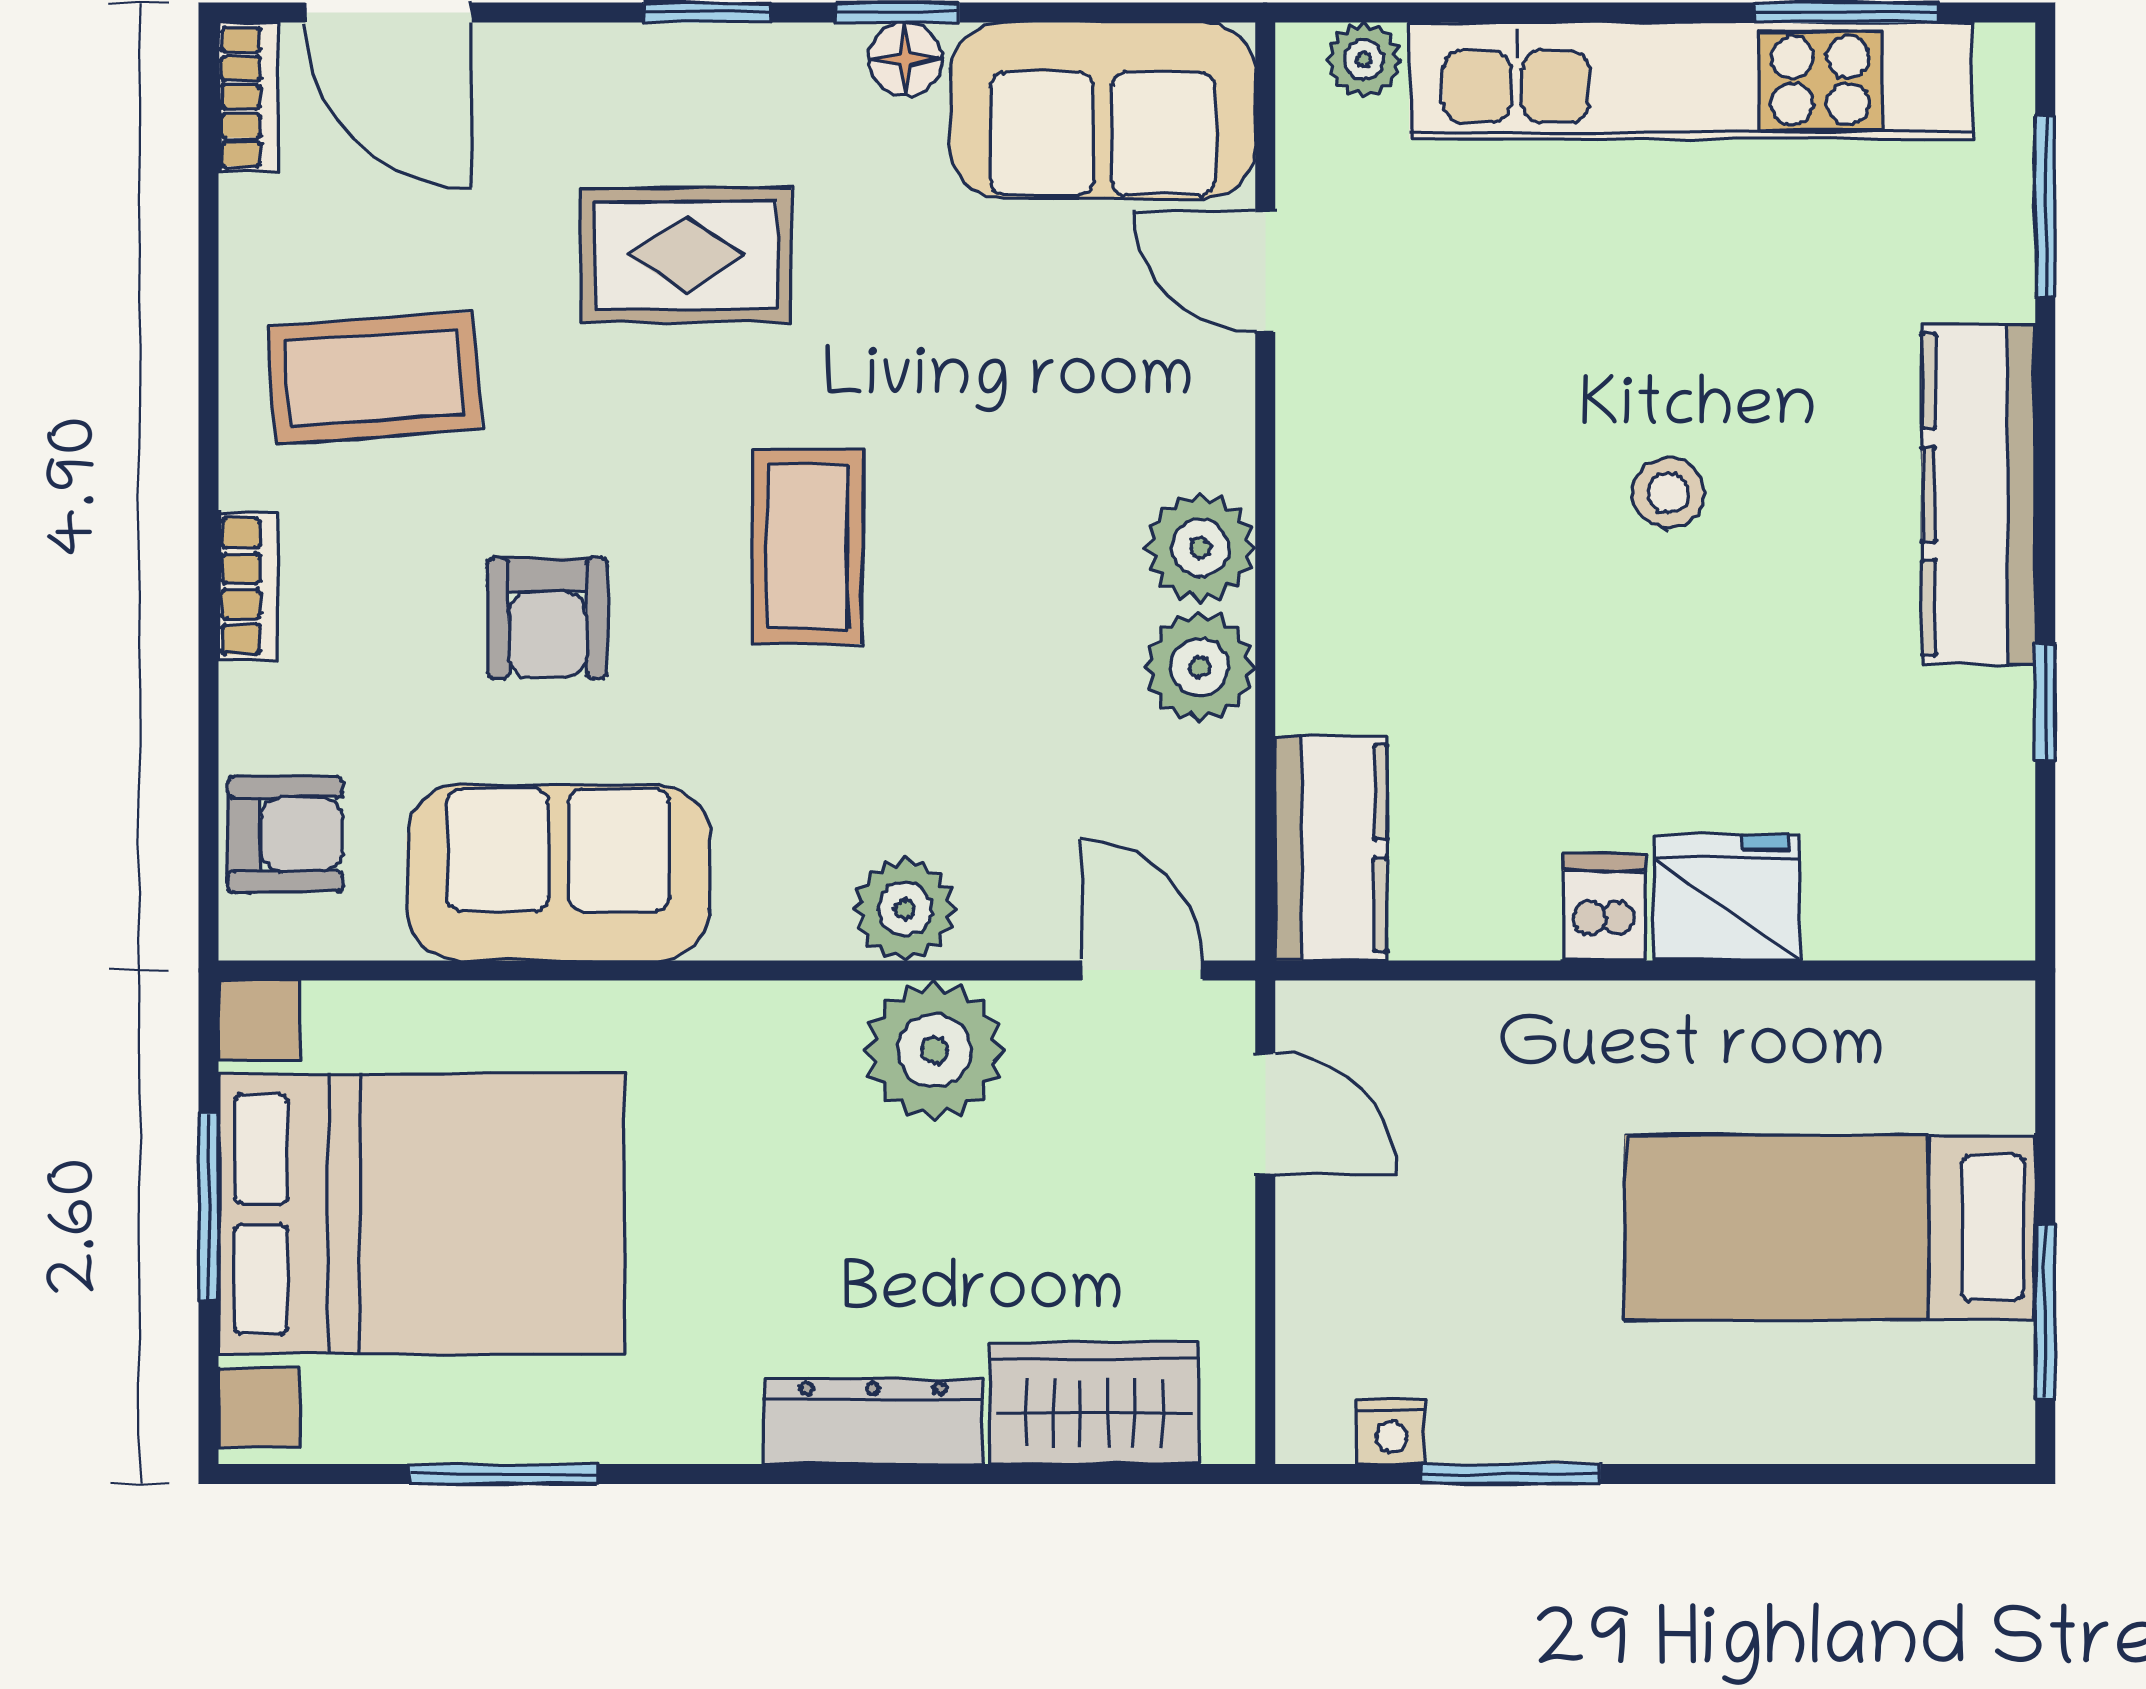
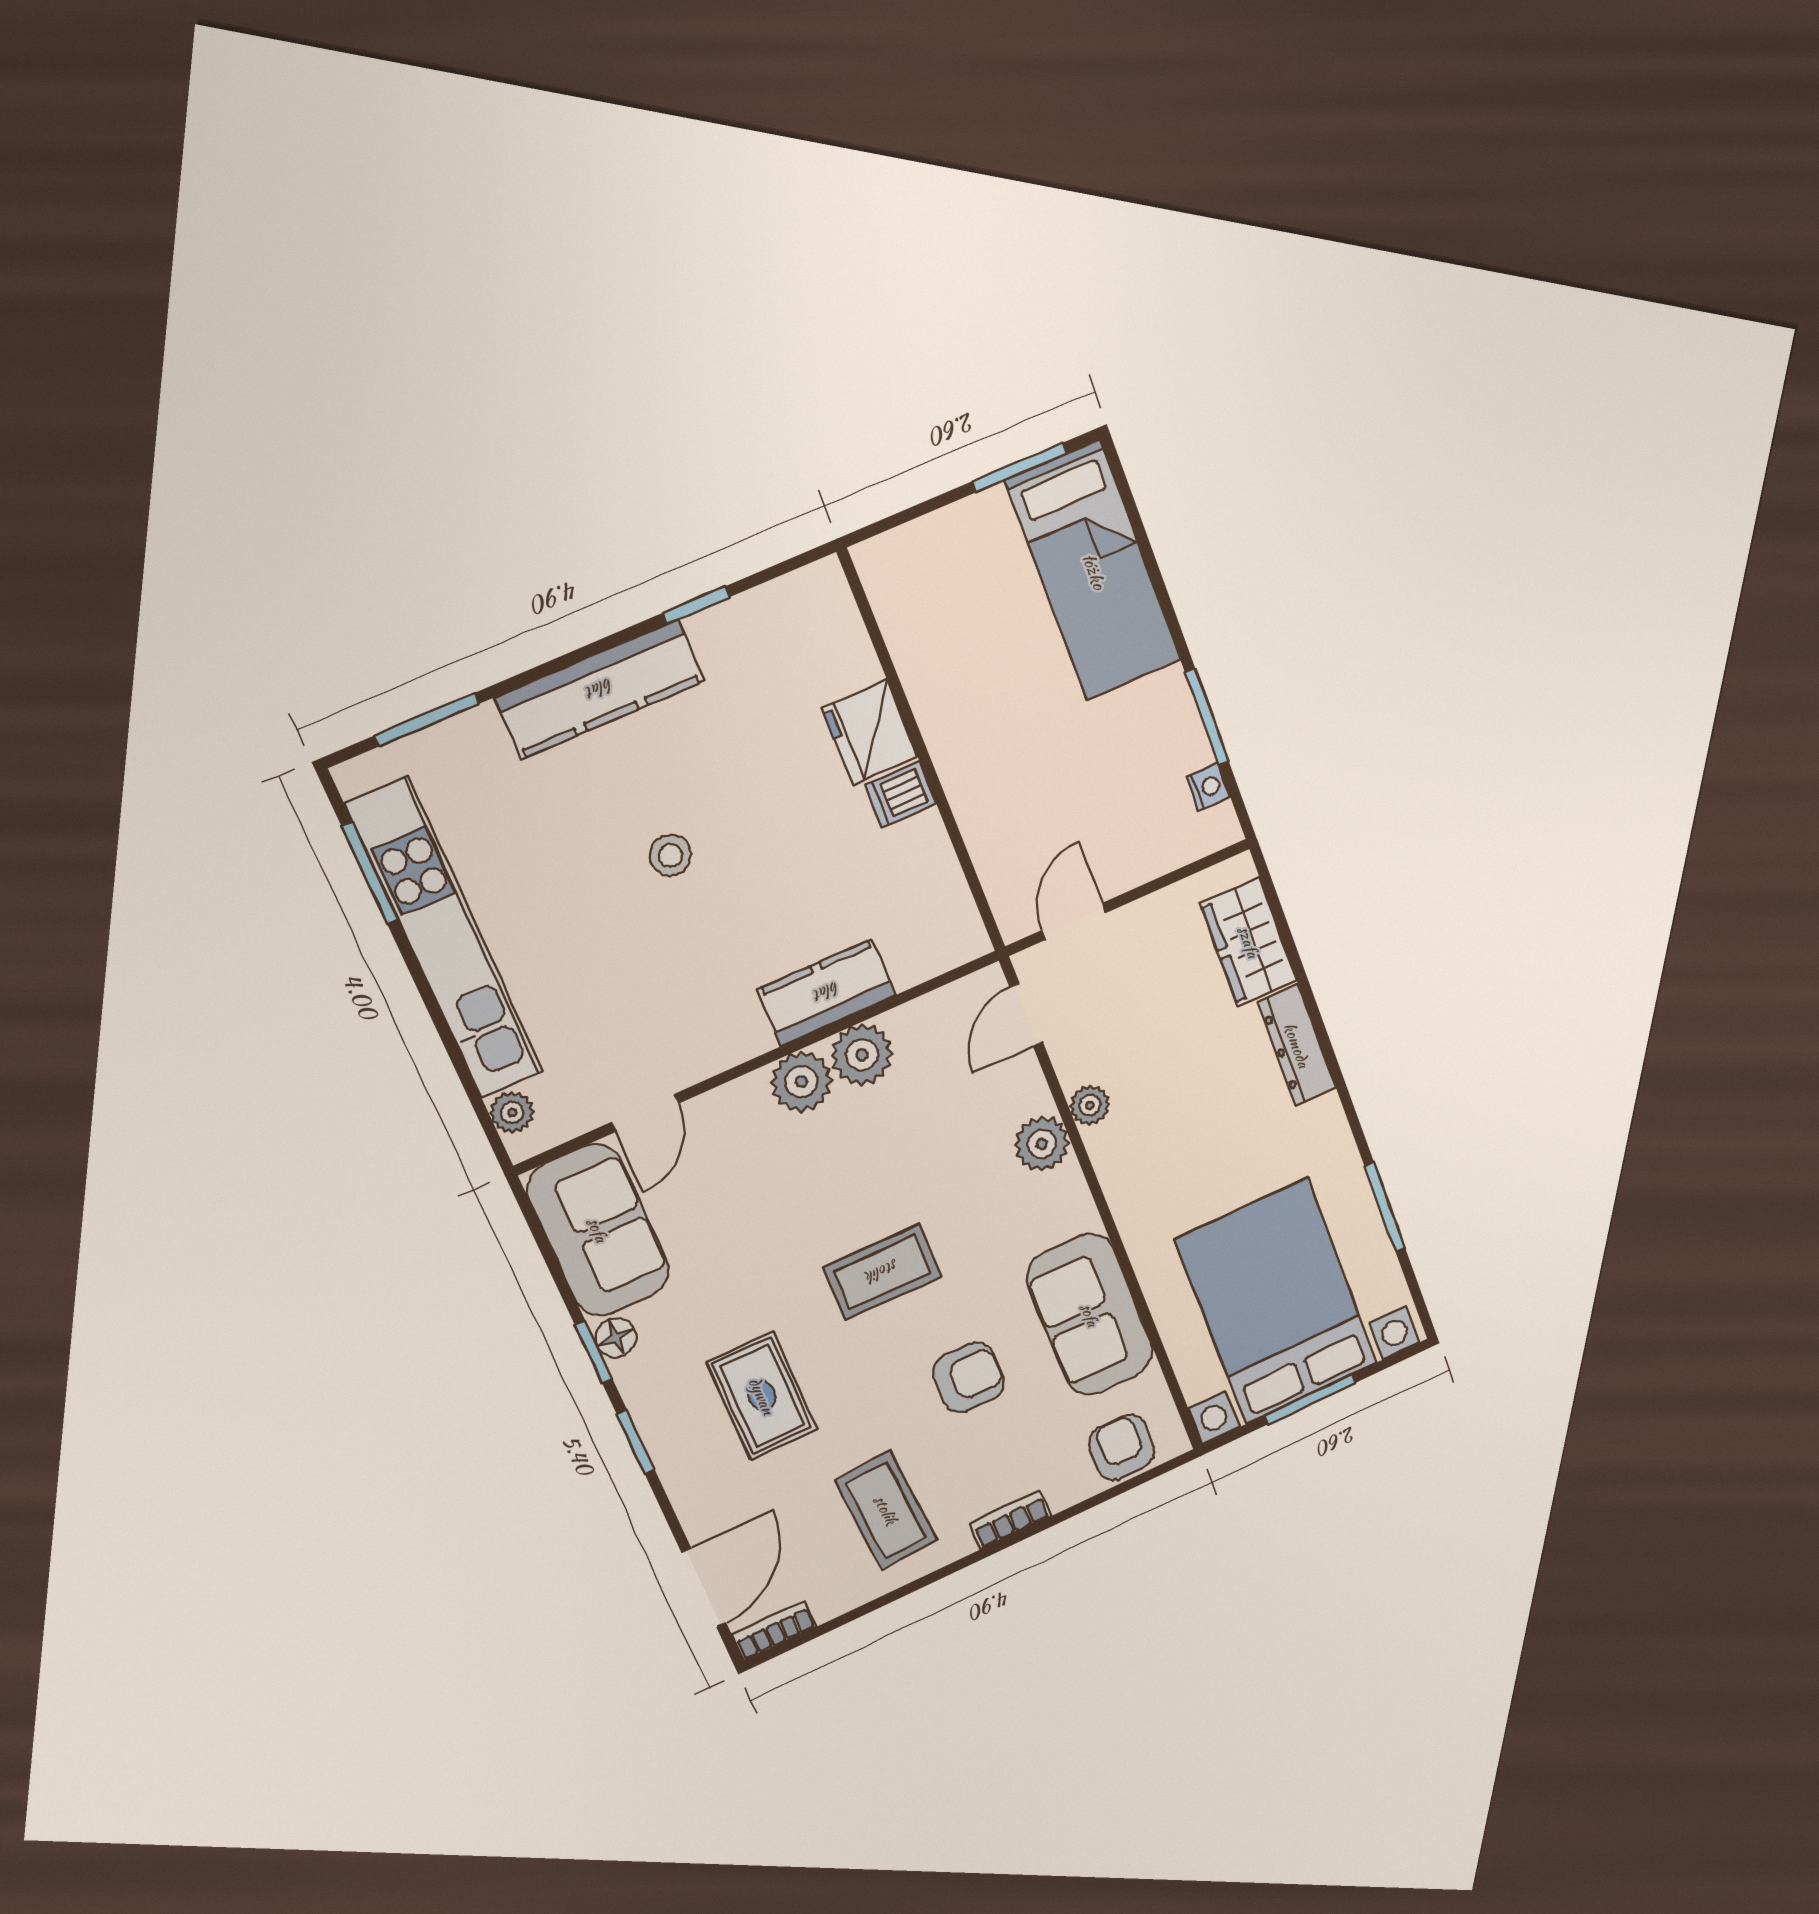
kitchen counter: (1331, 848) -> (827, 992), moved
plant: (935, 1050) -> (1090, 1105), width x0.53, depth x0.53
bed: (1830, 1228) -> (1094, 571), moved

